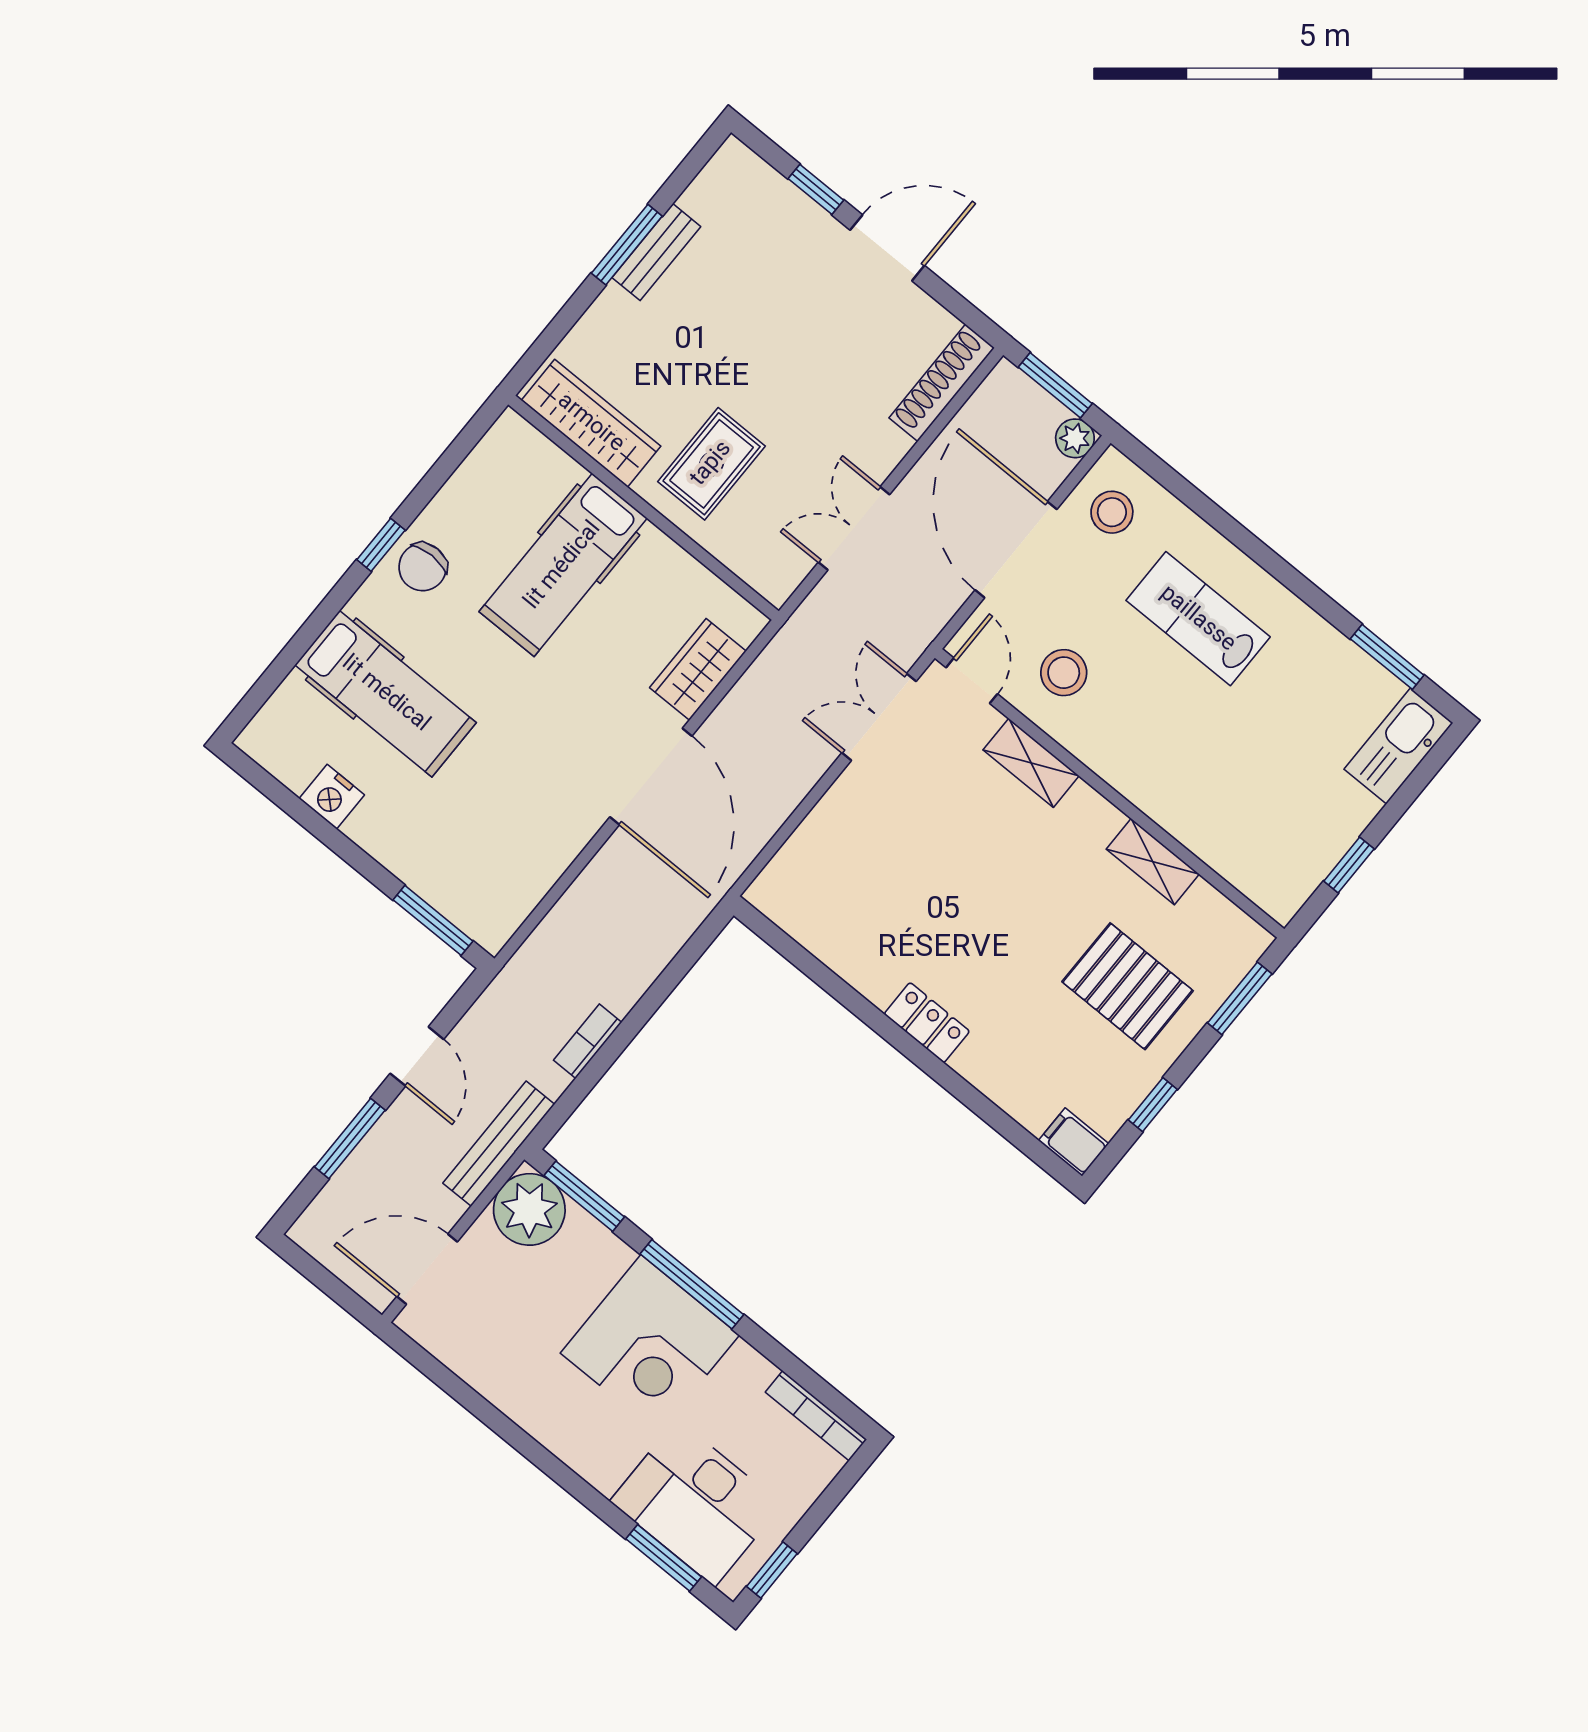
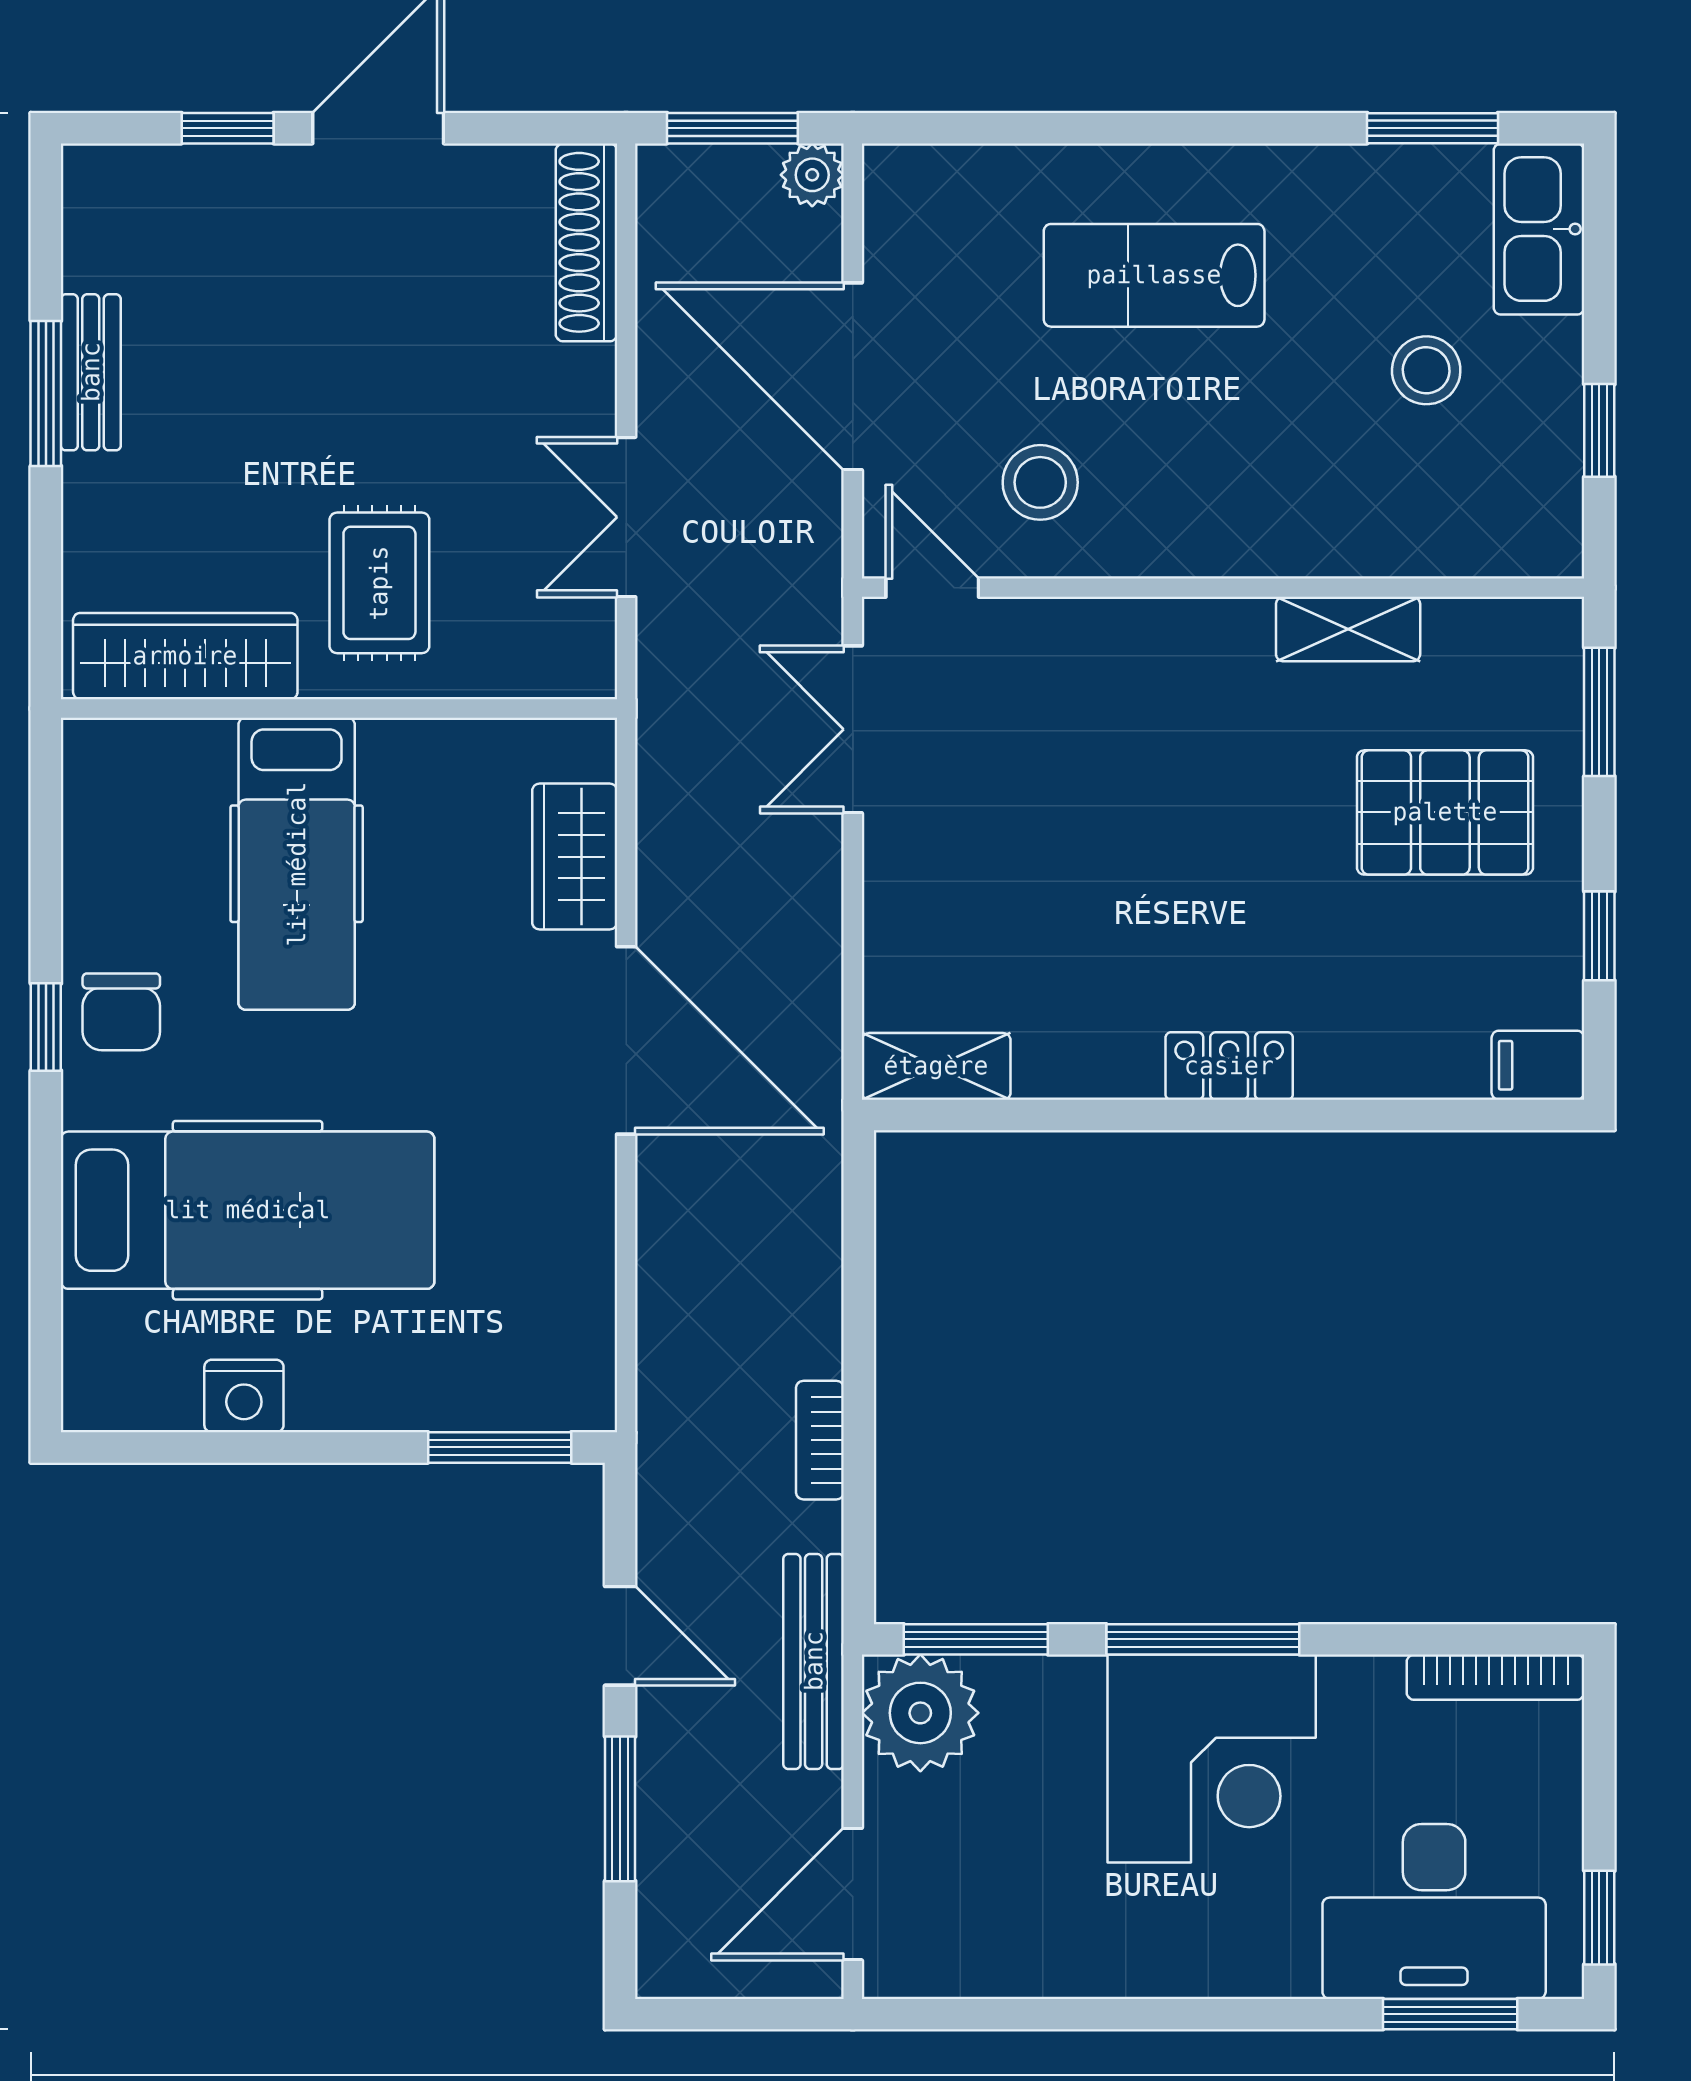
stool: (1112, 512) -> (1426, 370), moved
hospital bed: (386, 694) -> (248, 1210), width x1.37, depth x1.29
shelving: (1031, 763) -> (936, 1066), moved

